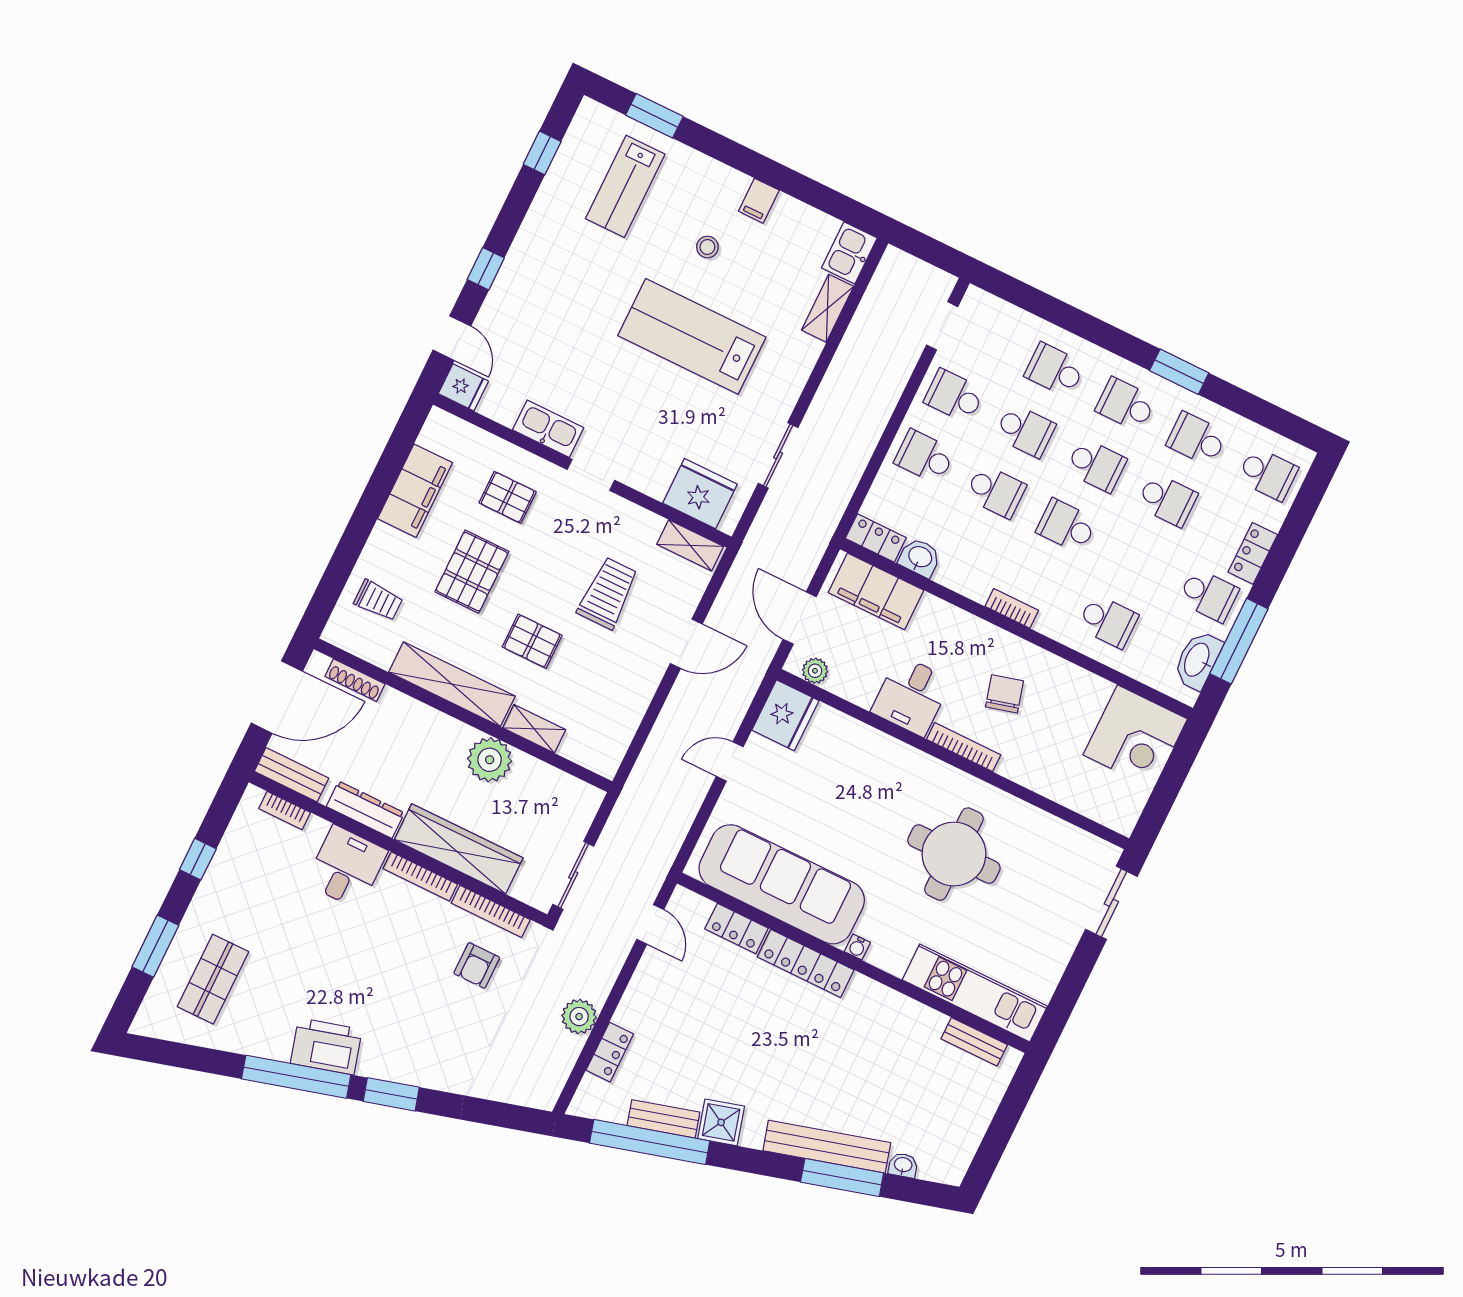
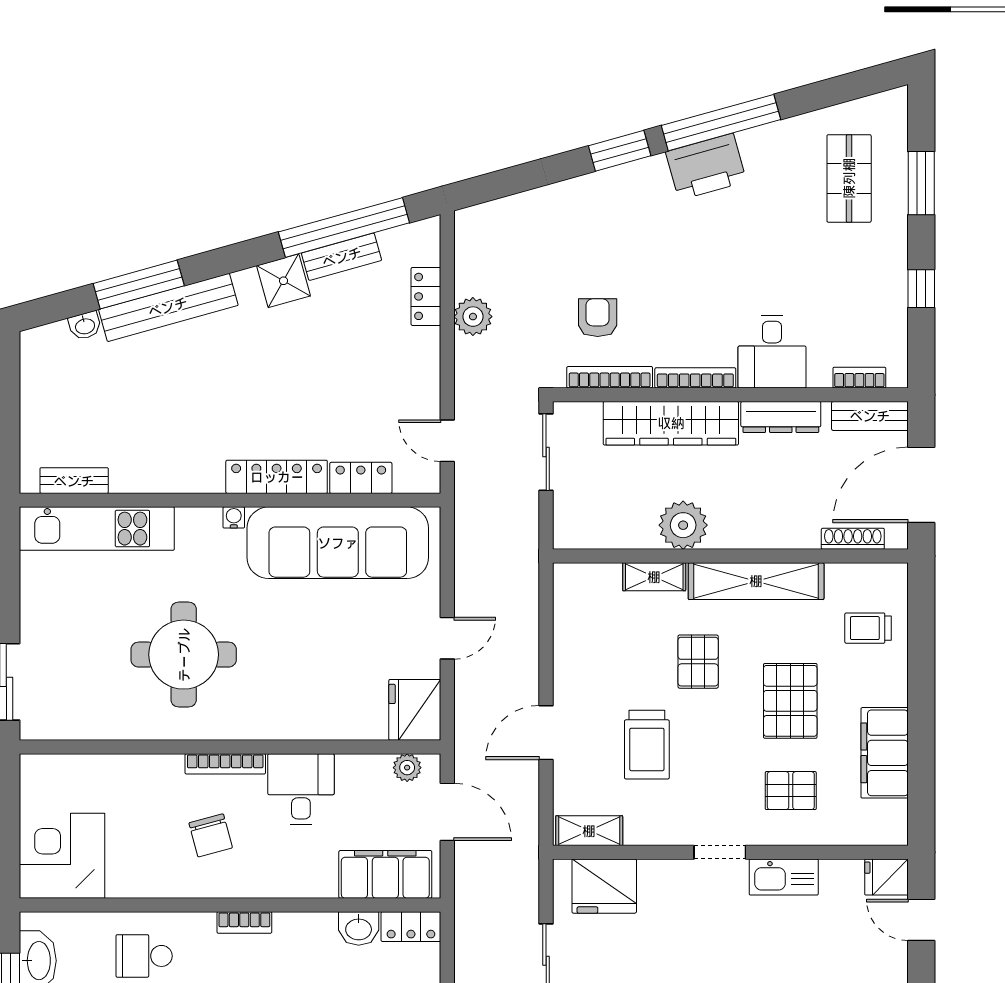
pallet: (532, 641) -> (698, 662), turned 90

